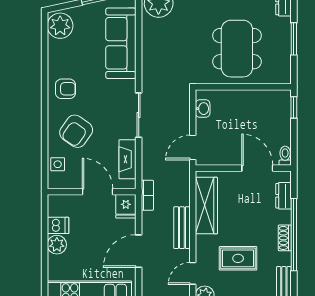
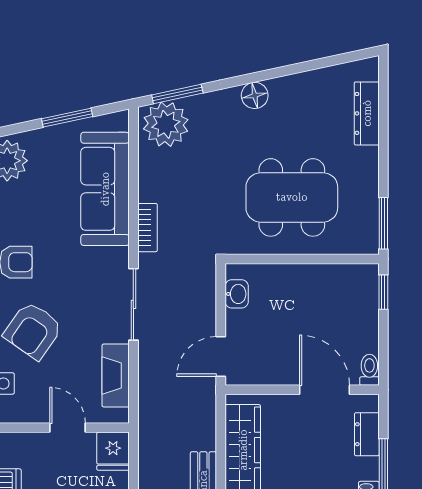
window: (294, 39) -> (383, 223), moved
dining table: (237, 49) -> (292, 197), turned 90
door: (98, 192) -> (68, 428), width x0.73
bookcase: (147, 195) -> (148, 228), moved

